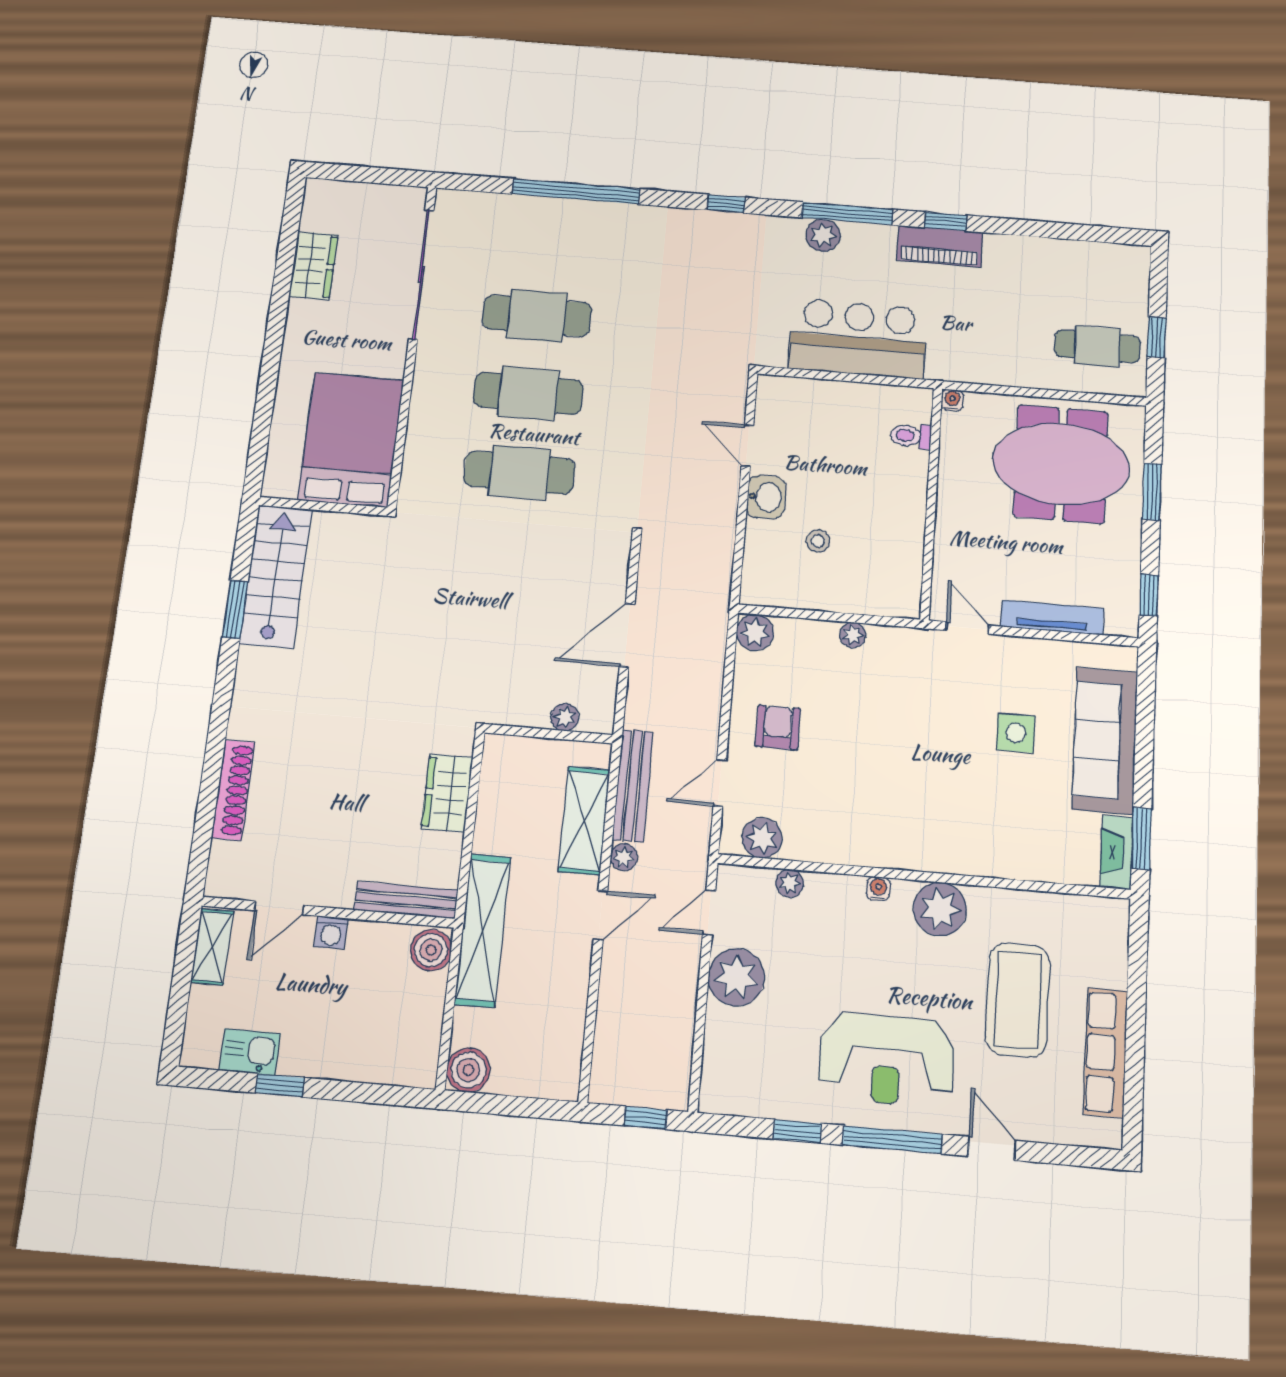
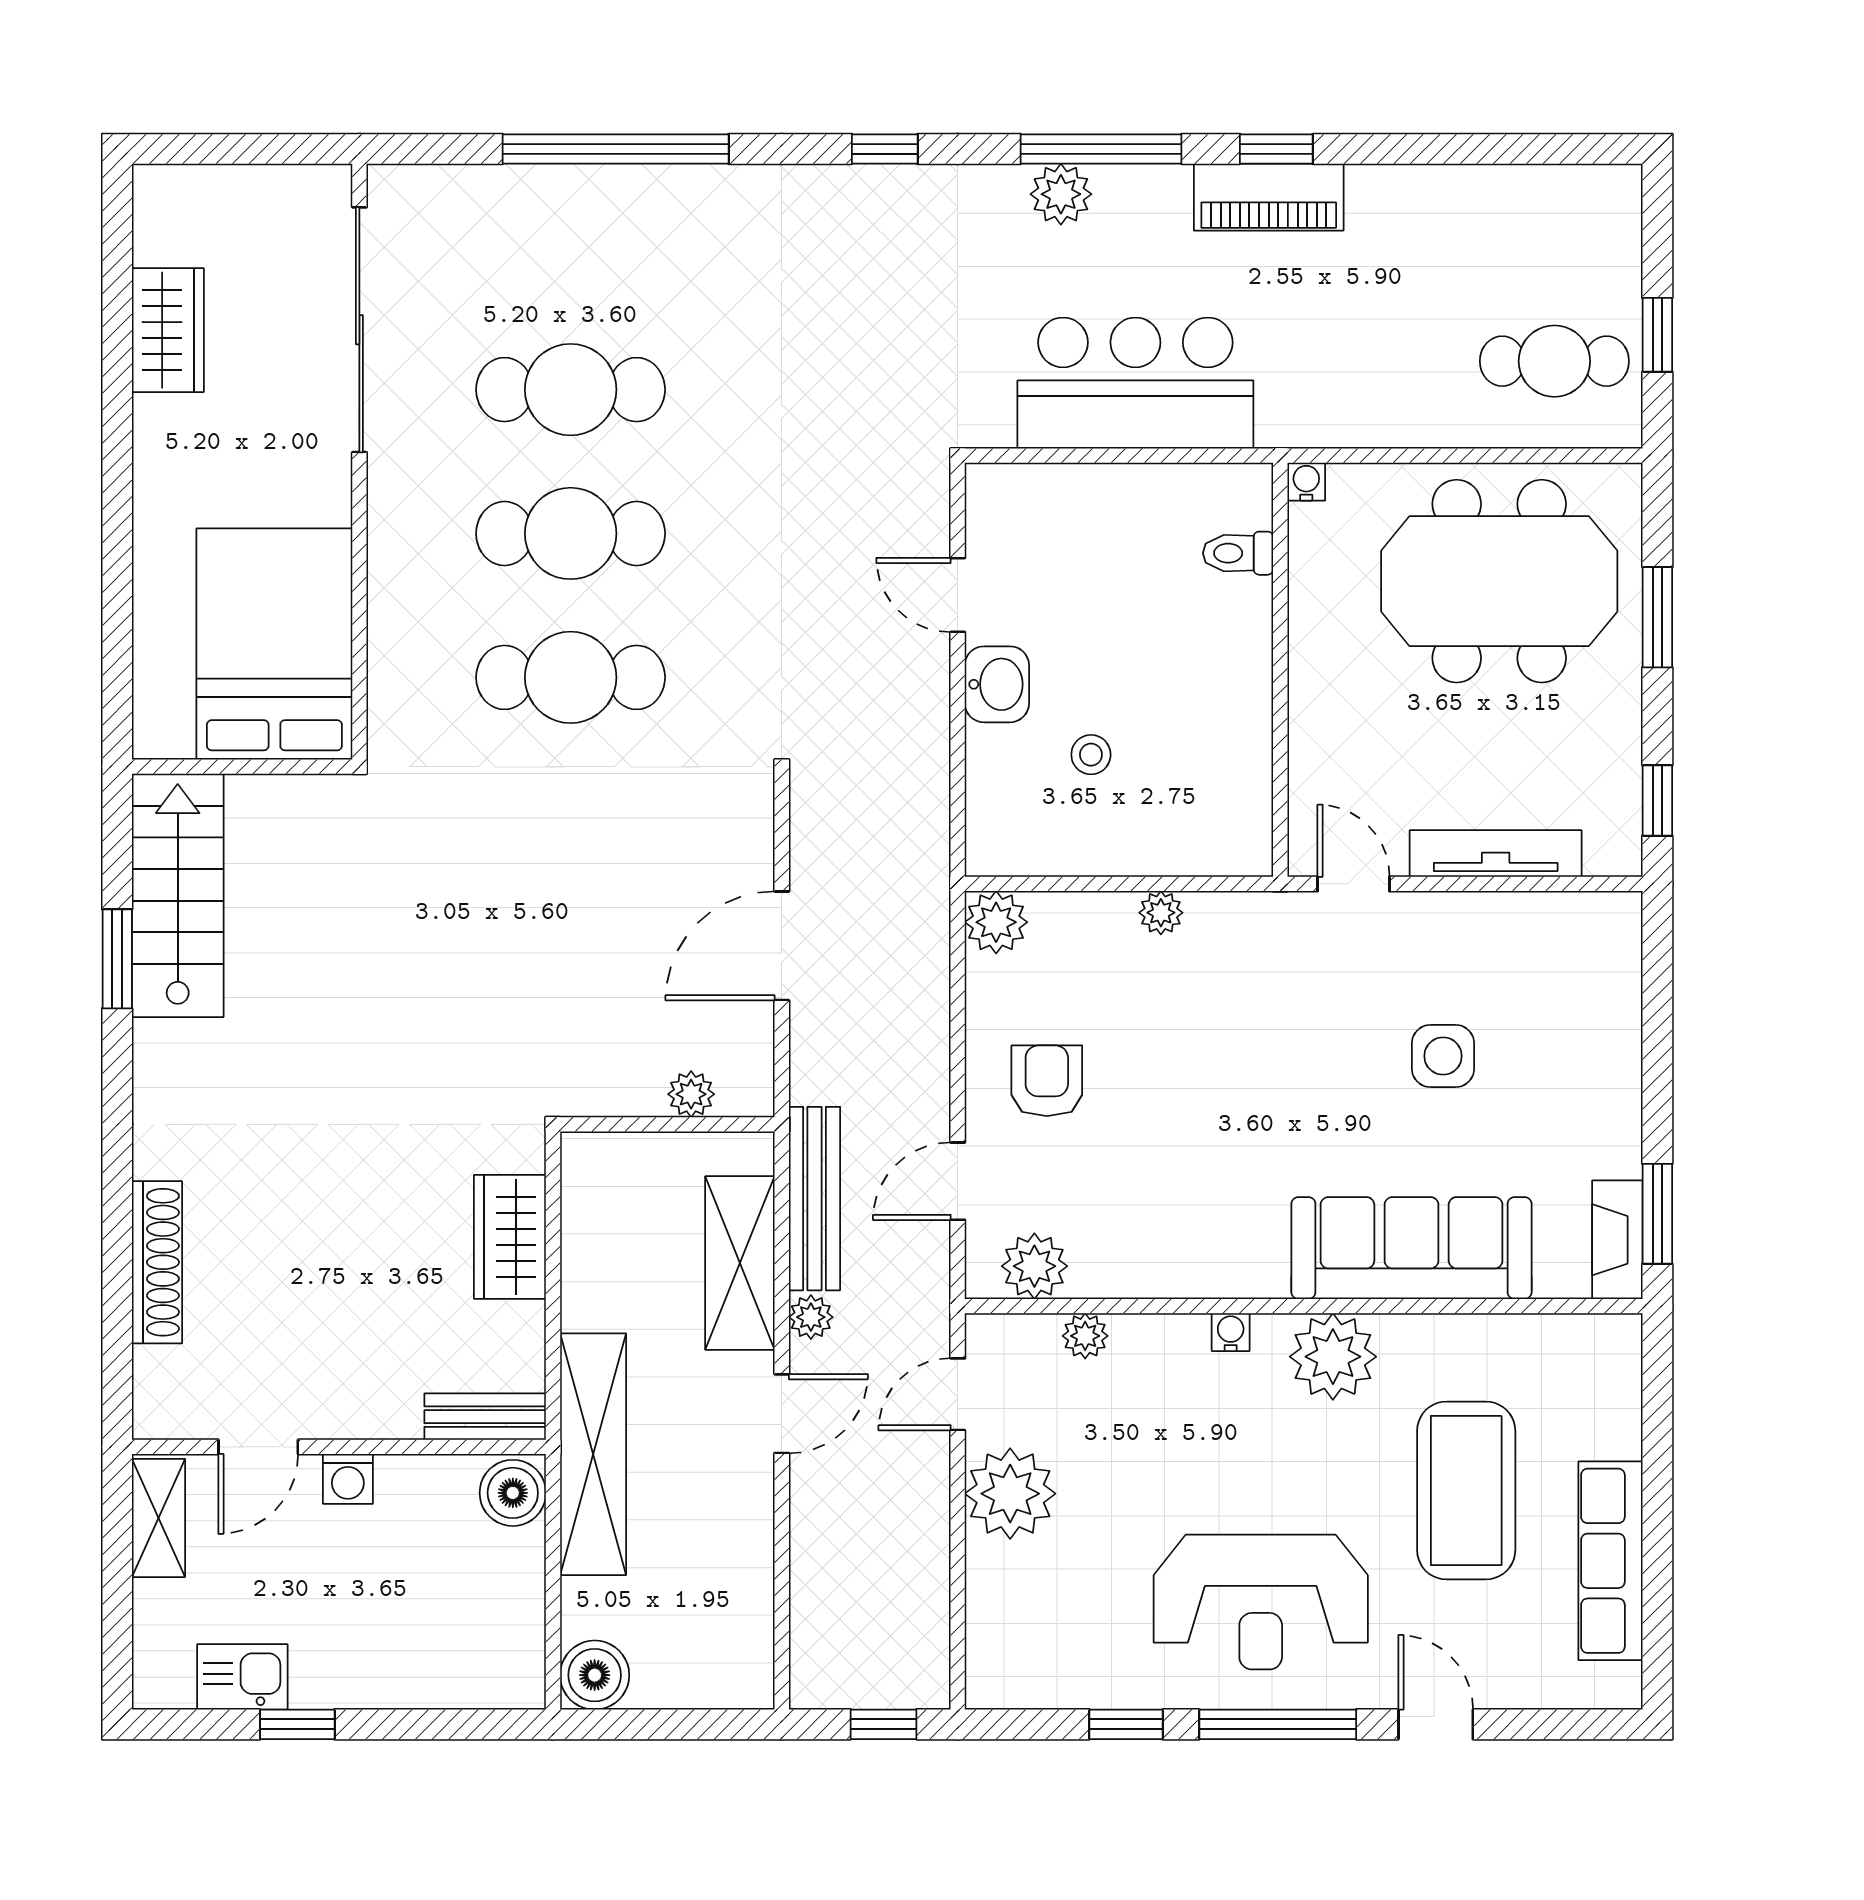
sofa: (1105, 740) -> (1411, 1248), moved, turned 90
bench: (406, 900) -> (485, 1417), width x0.73

